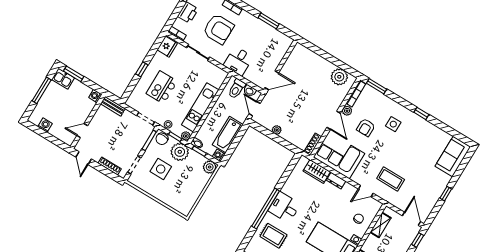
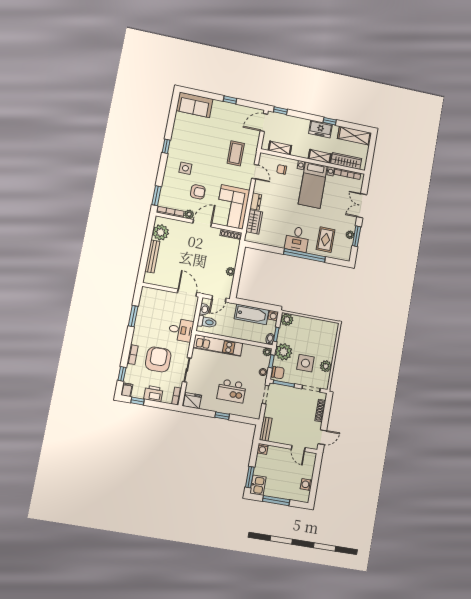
bench: (319, 60) -> (152, 256), added
kitchen unit: (200, 107) -> (218, 345), moved
plant: (150, 188) -> (326, 366), added

